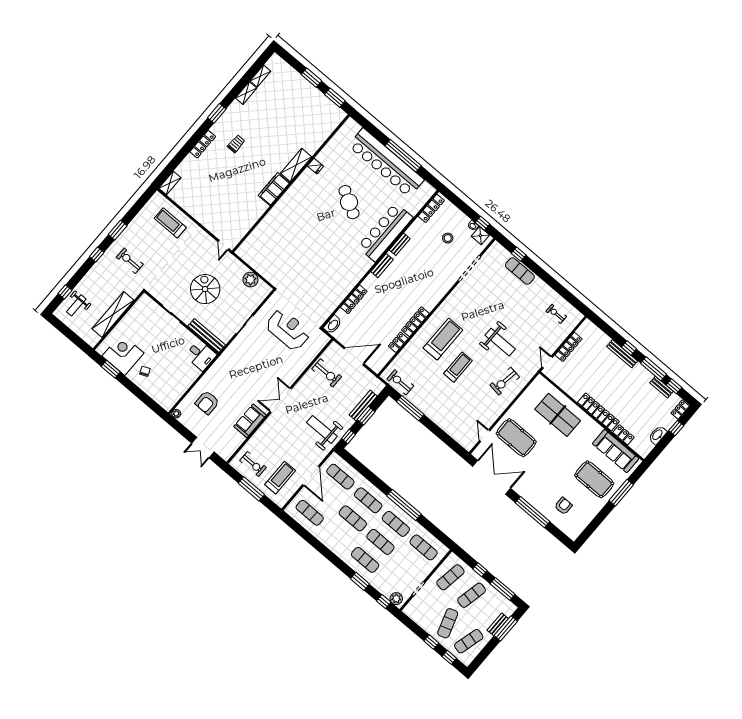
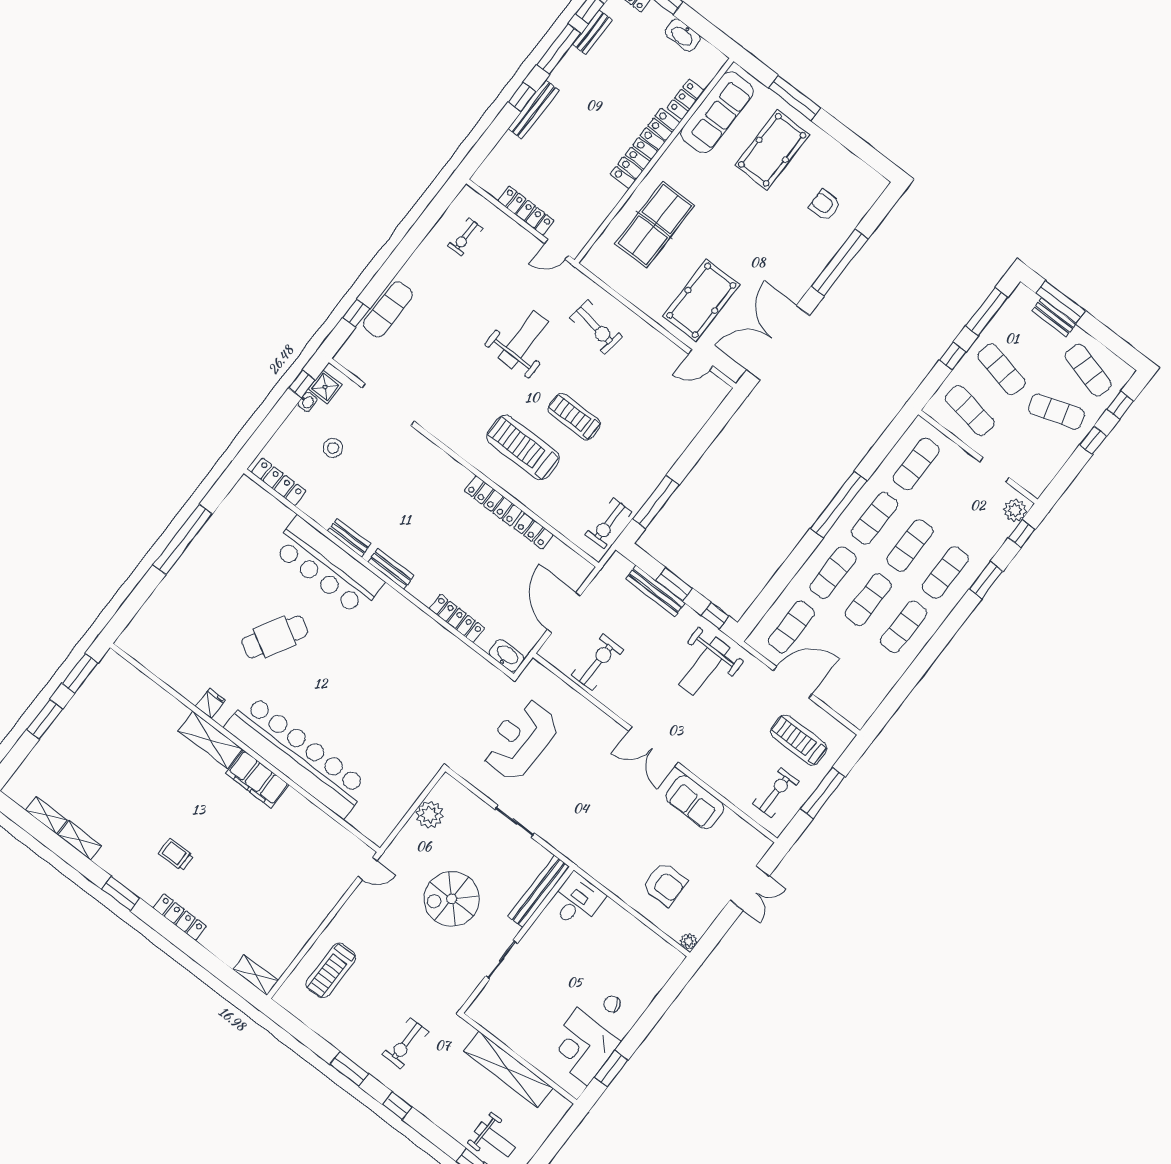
bar counter: (386, 163) -> (297, 756), moved, turned -90
exercise mat: (310, 513) -> (904, 627), moved

